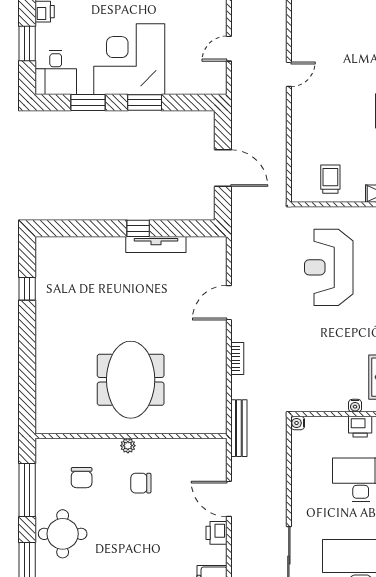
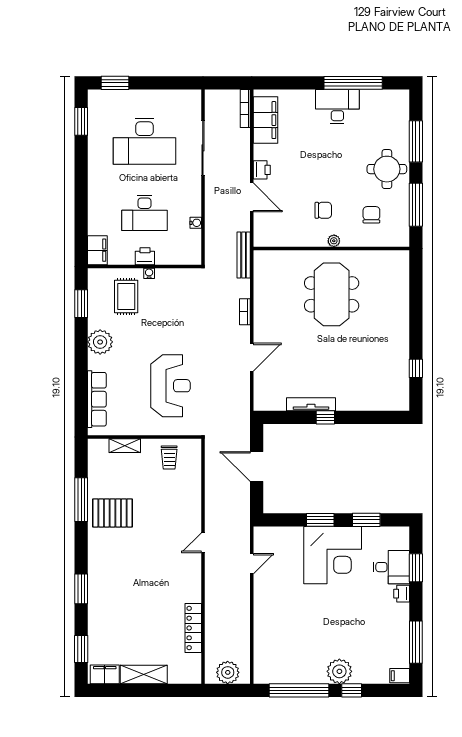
desk: (56, 72) -> (391, 567), moved, turned 90
water cooler: (298, 423) -> (196, 223), moved

